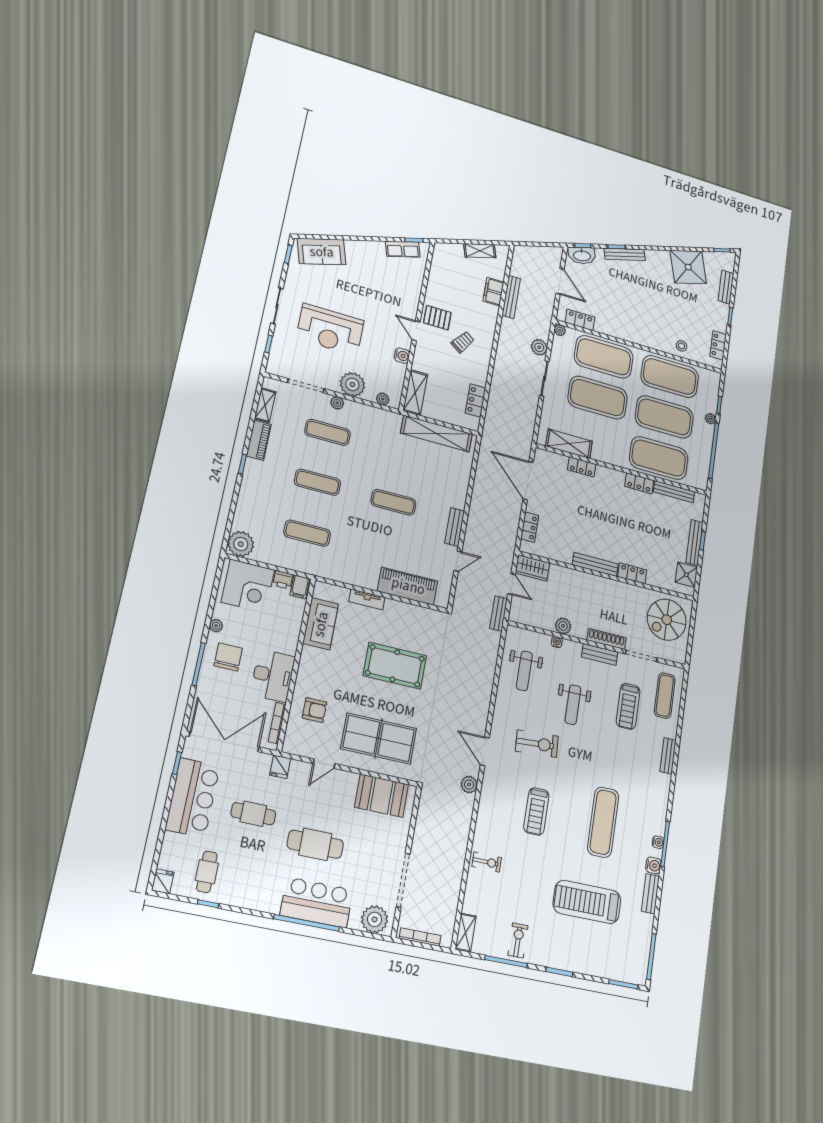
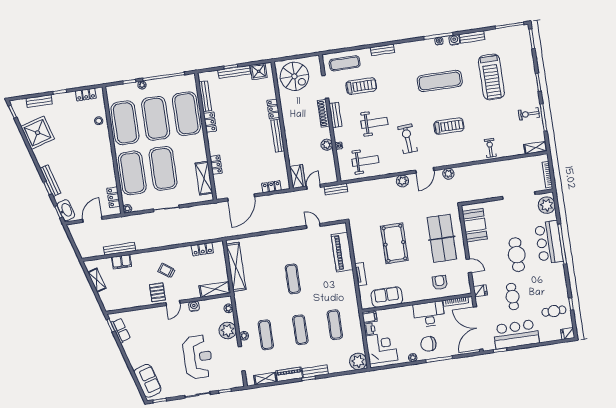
plant: (539, 347) -> (402, 181), moved
bench: (455, 527) -> (315, 371), moved

